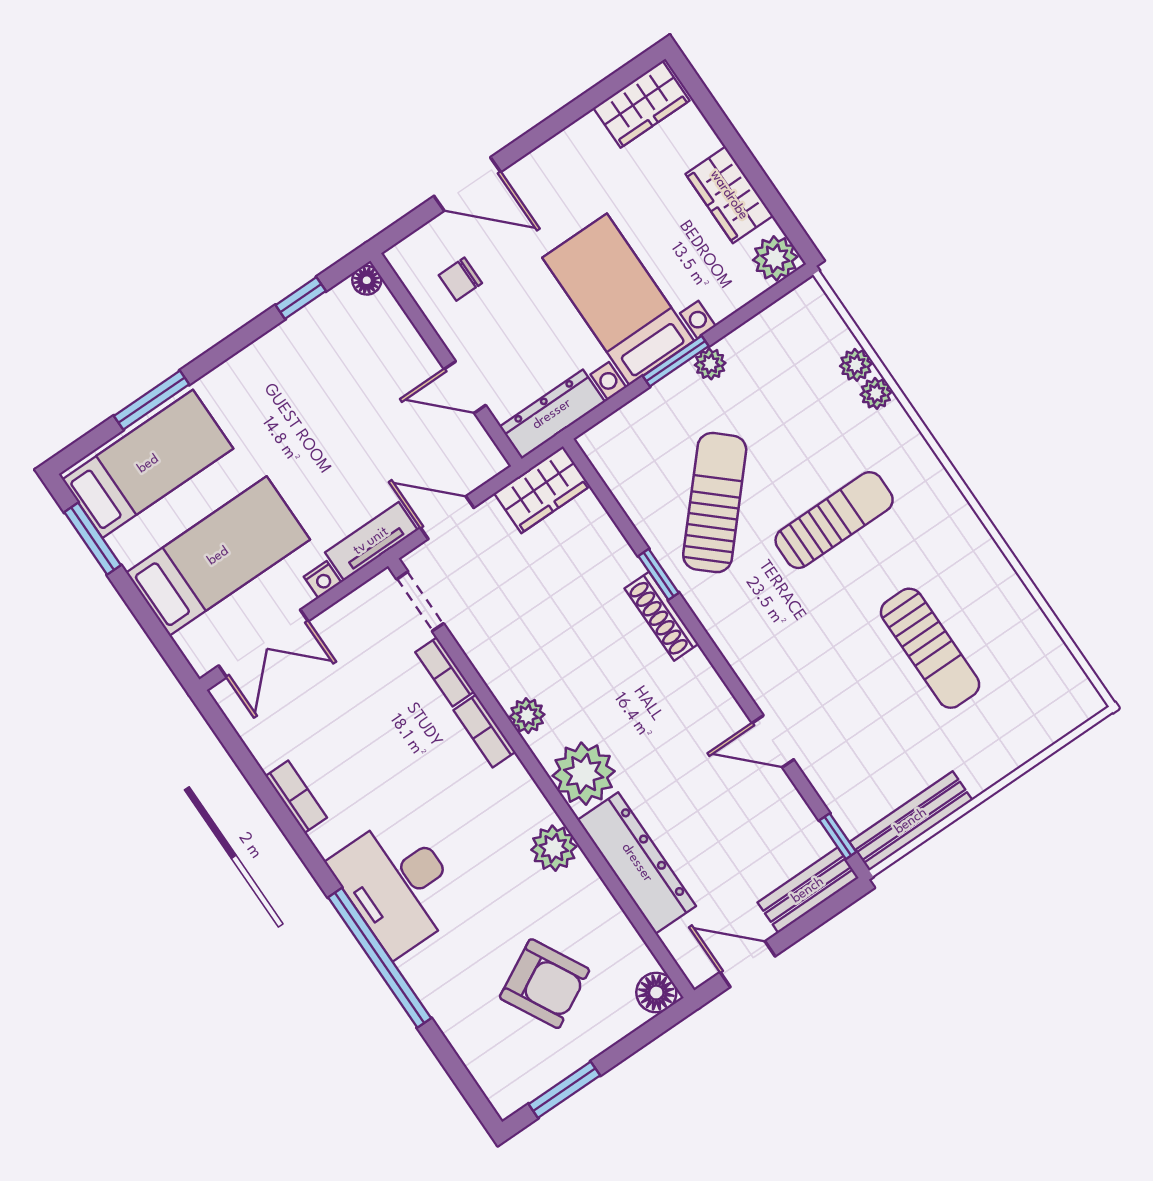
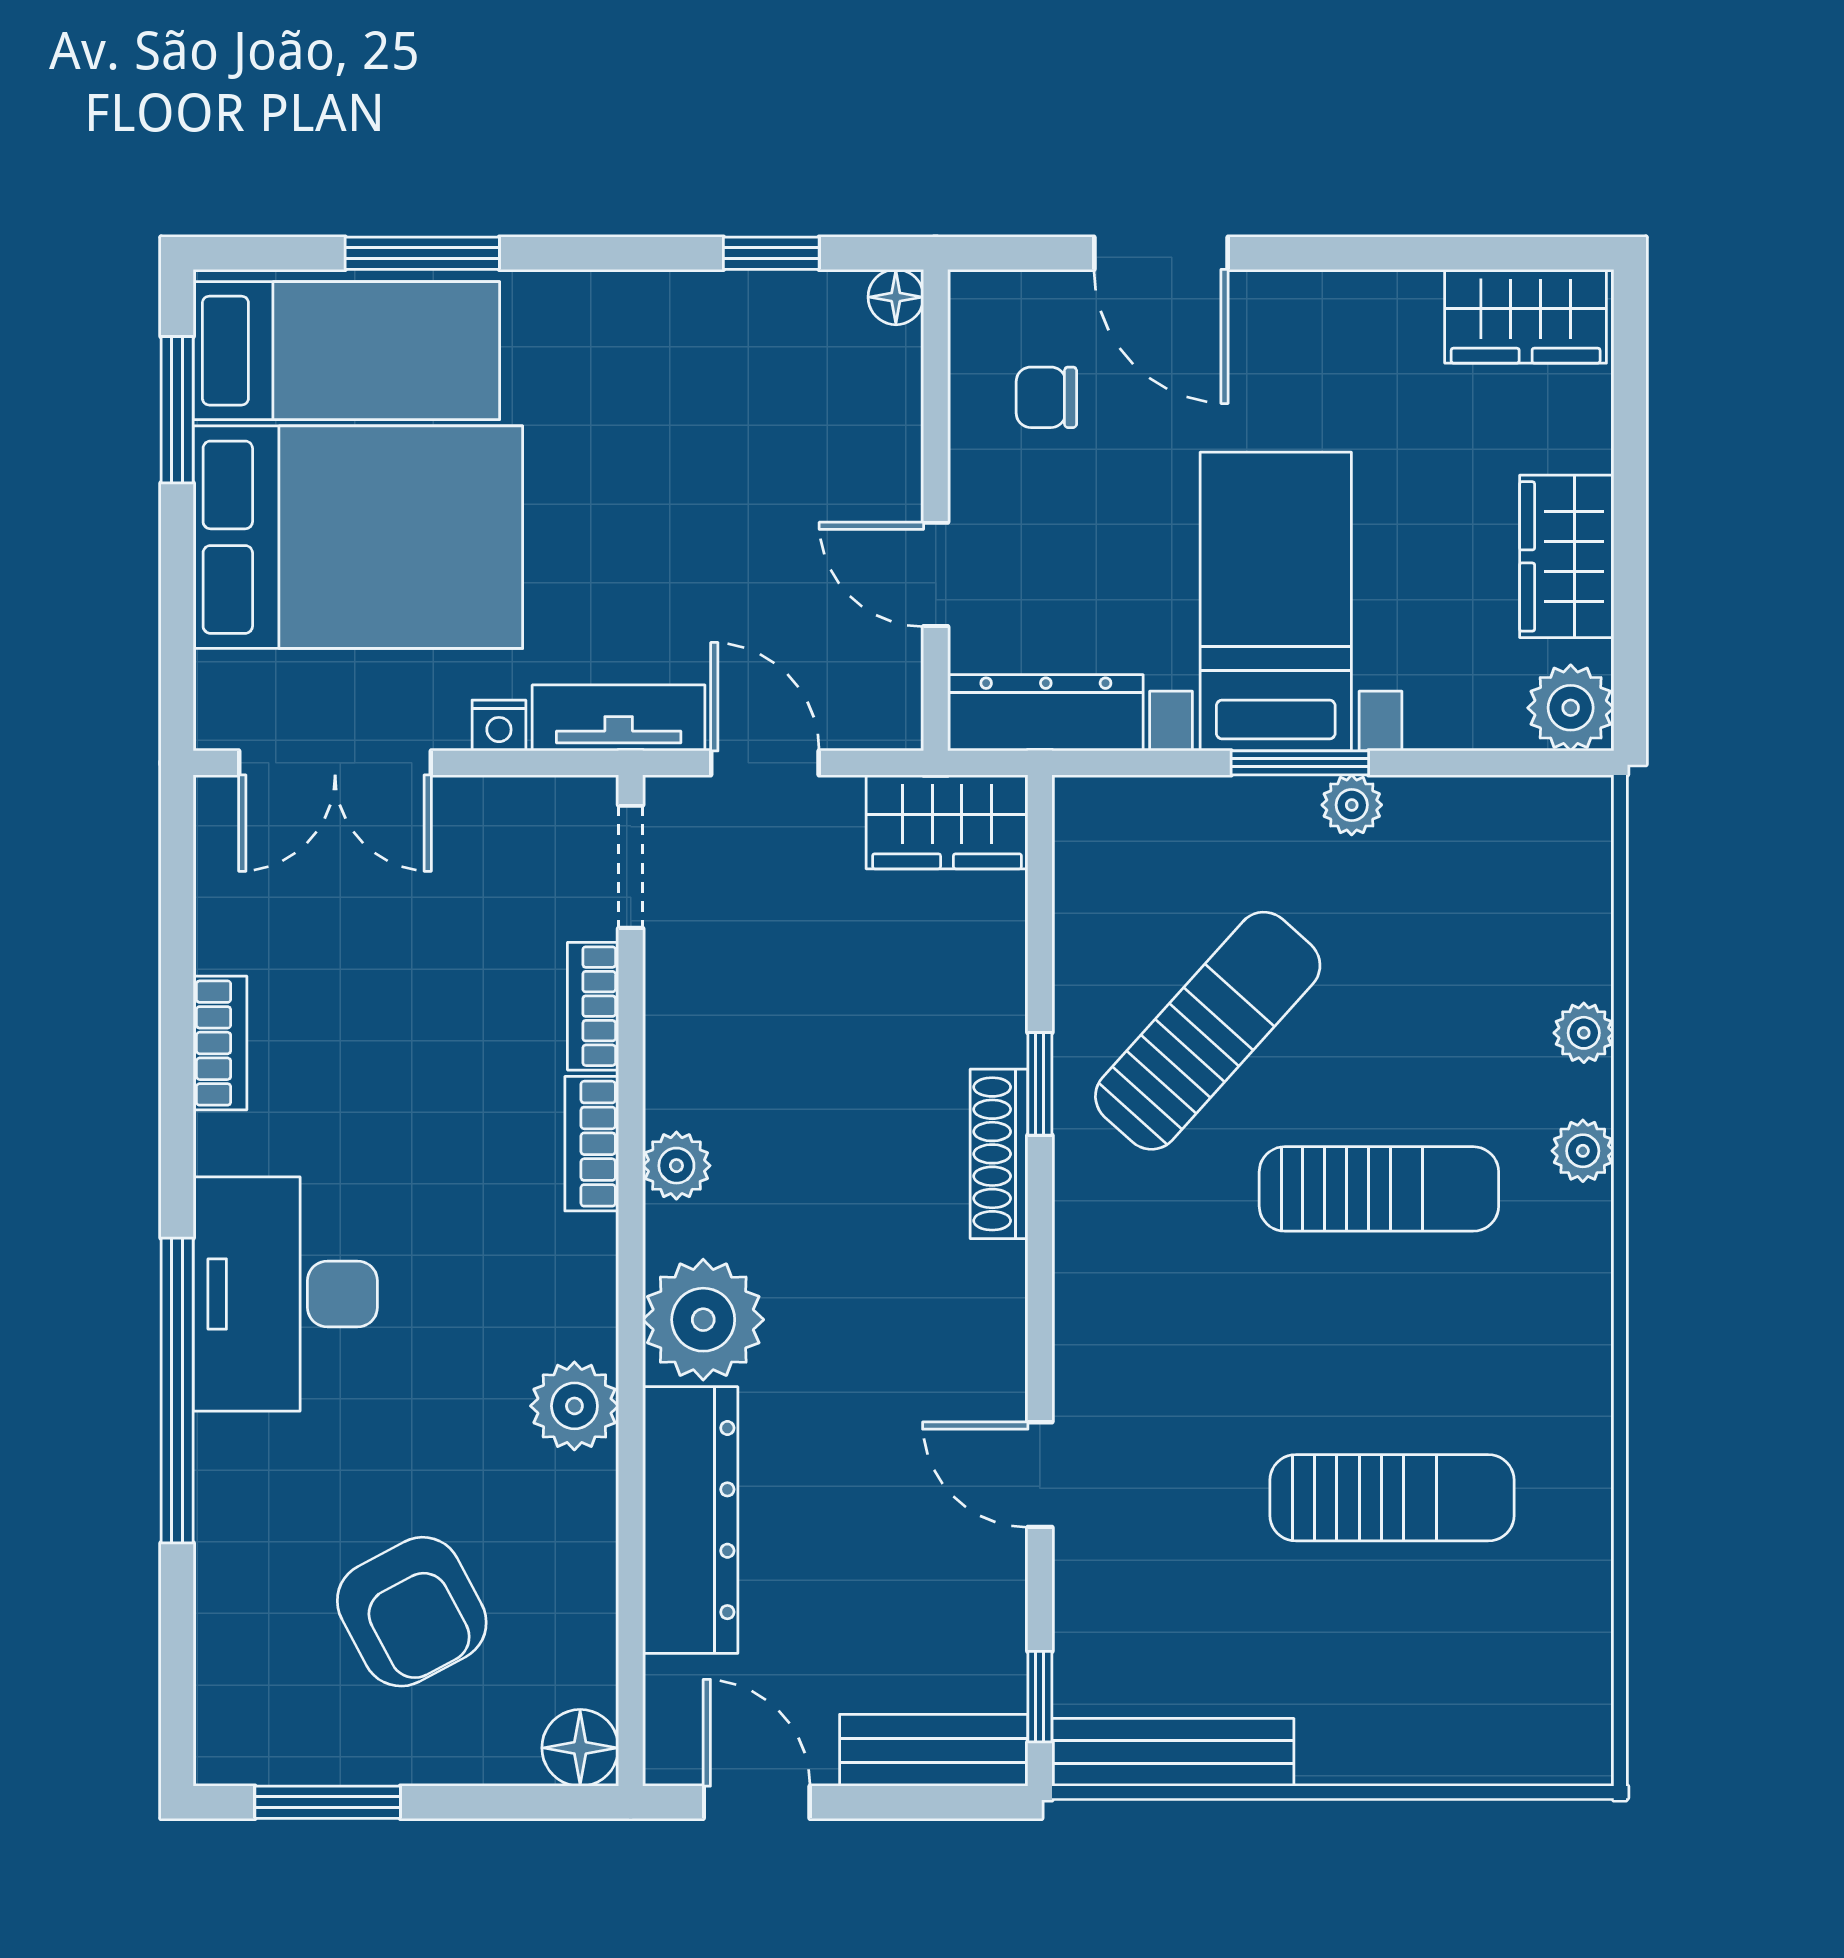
plant: (856, 365) -> (1583, 1151), moved
bed: (218, 556) -> (358, 537), width x1.50
sun lounger: (930, 648) -> (1392, 1498), turned -90

